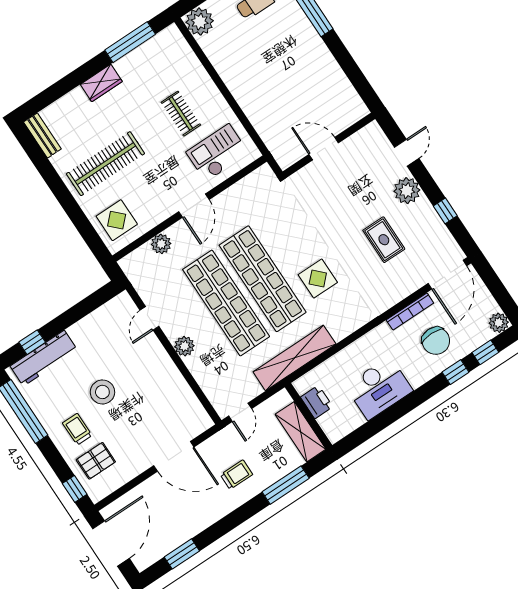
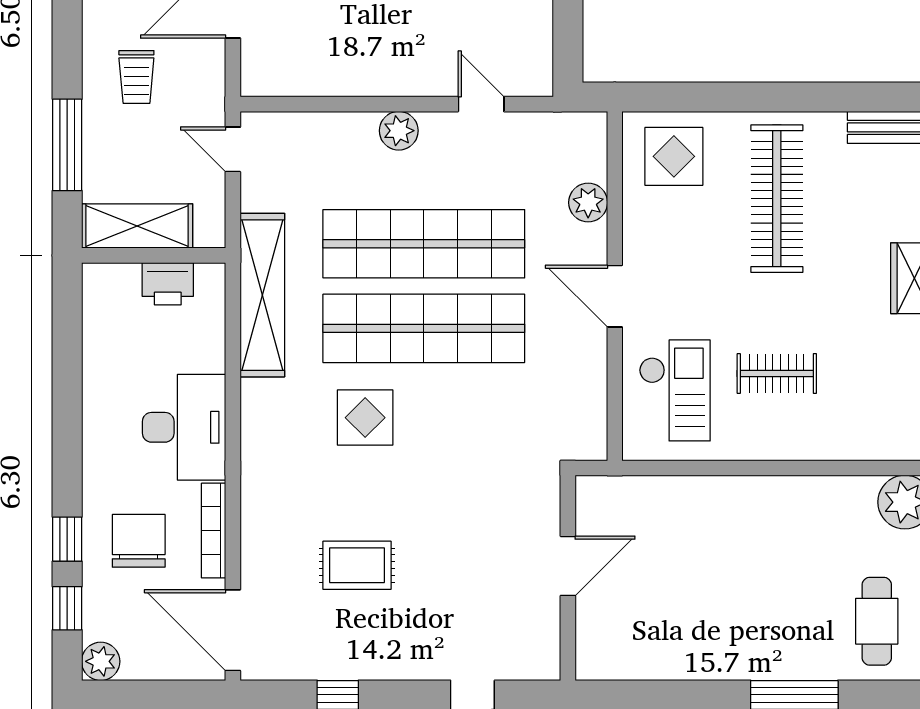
plant: (407, 191) -> (411, 655), removed
chair: (436, 341) -> (139, 541), turned 90
desk: (379, 388) -> (184, 427), moved, turned 180

